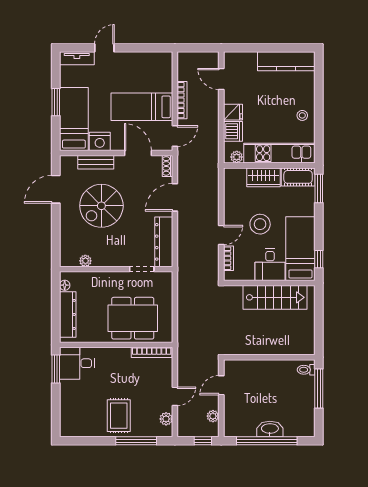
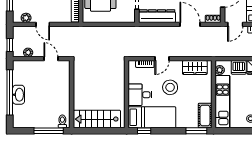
door: (175, 136) -> (235, 24), hinge flipped
wardrobe: (264, 177) -> (195, 68), moved, turned -90
door: (221, 235) -> (162, 59), hinge flipped
stairs: (275, 297) -> (97, 119), moved, turned 90

